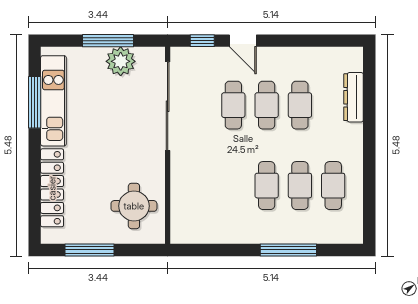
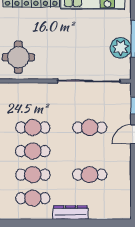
dresser: (354, 97) -> (70, 213), moved
cafe table: (267, 105) -> (33, 128), moved

